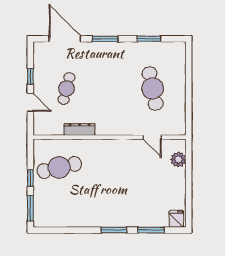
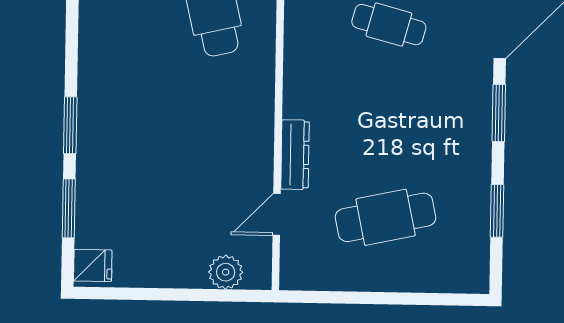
dresser: (80, 129) -> (295, 155), moved

